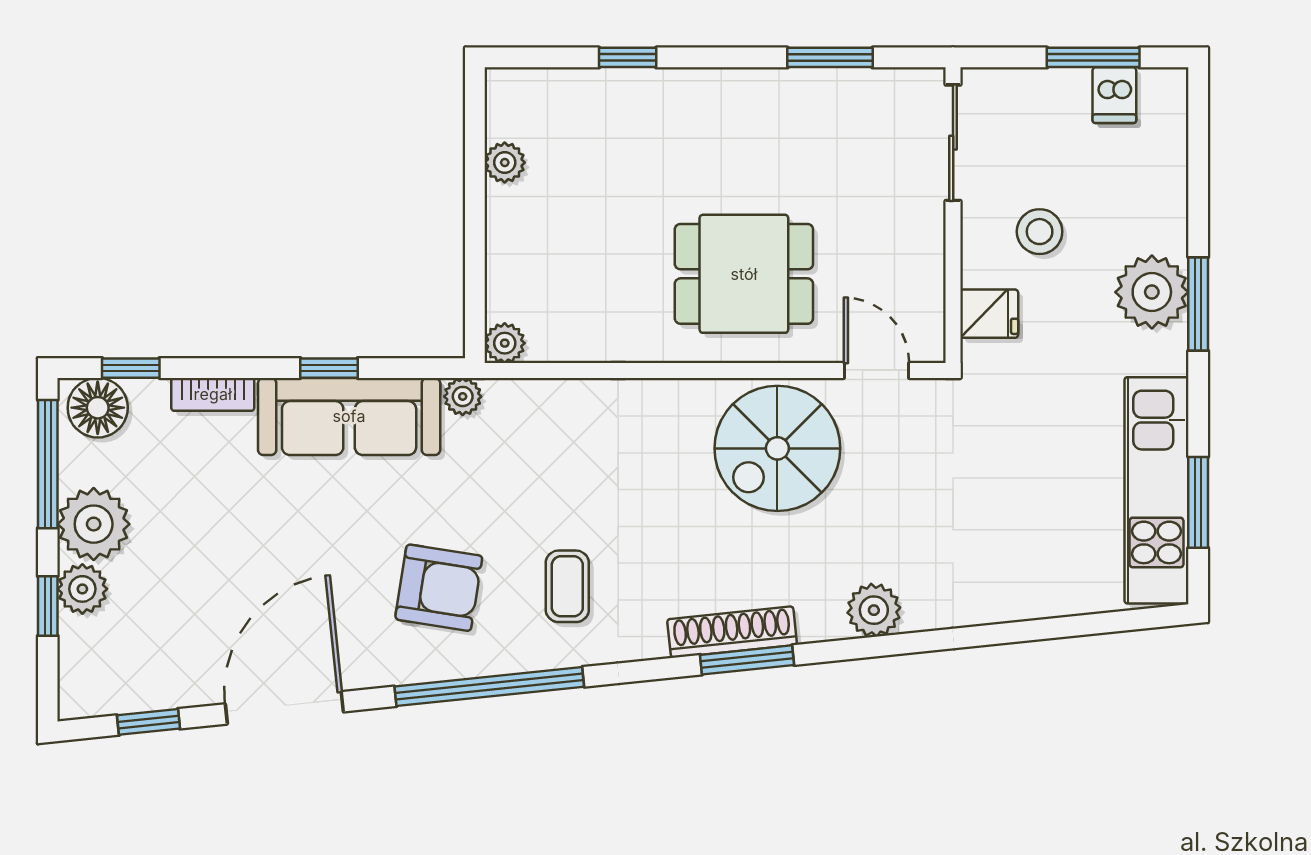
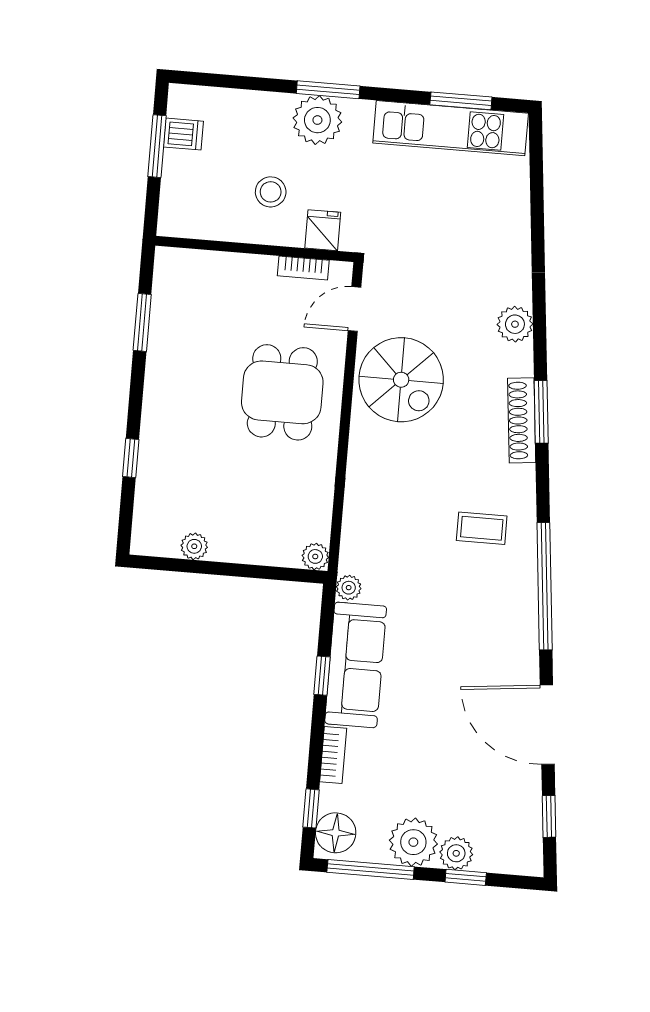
sliding door: (953, 143) -> (206, 245), removed
bookcase: (931, 289) -> (303, 268), added
armchair: (439, 588) -> (475, 614), removed

